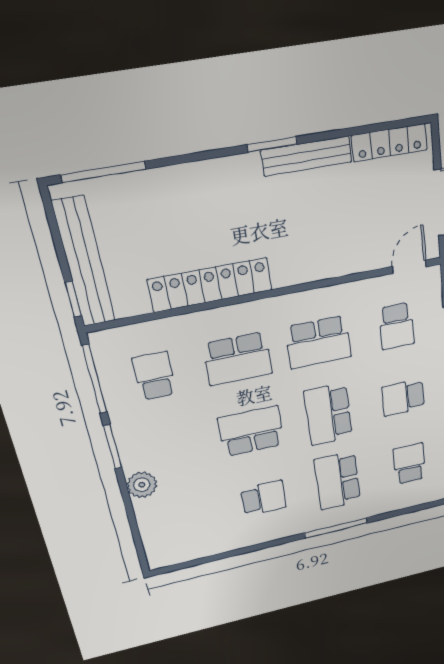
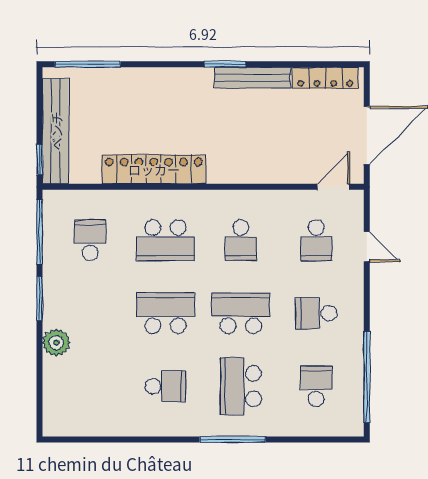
school desk: (318, 342) -> (241, 240), width x0.54
school desk: (328, 414) -> (241, 313), turned 90

